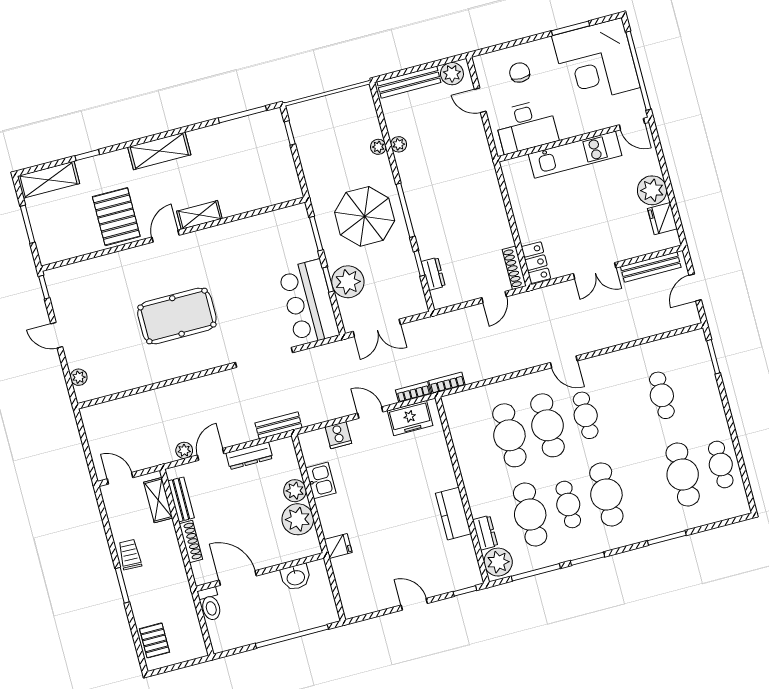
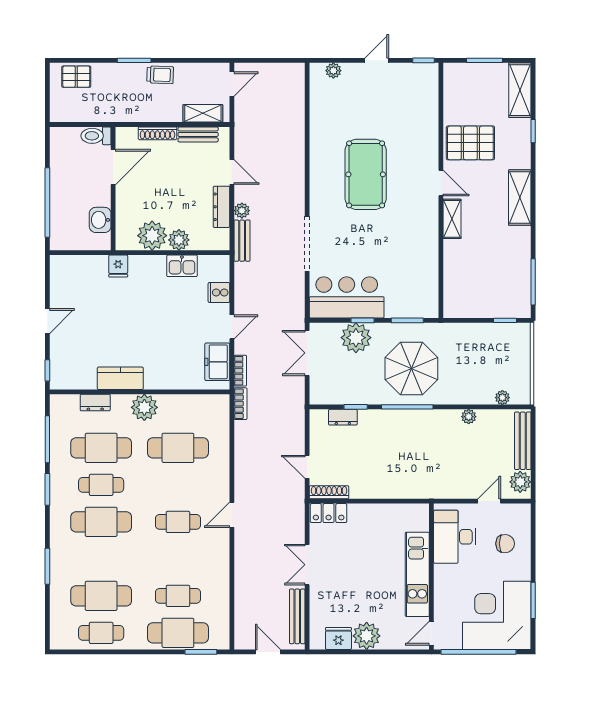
plant: (378, 147) -> (502, 398), moved
cafe table: (548, 425) -> (178, 633), moved
plant: (184, 450) -> (242, 211), moved
plant: (498, 562) -> (144, 407), moved

